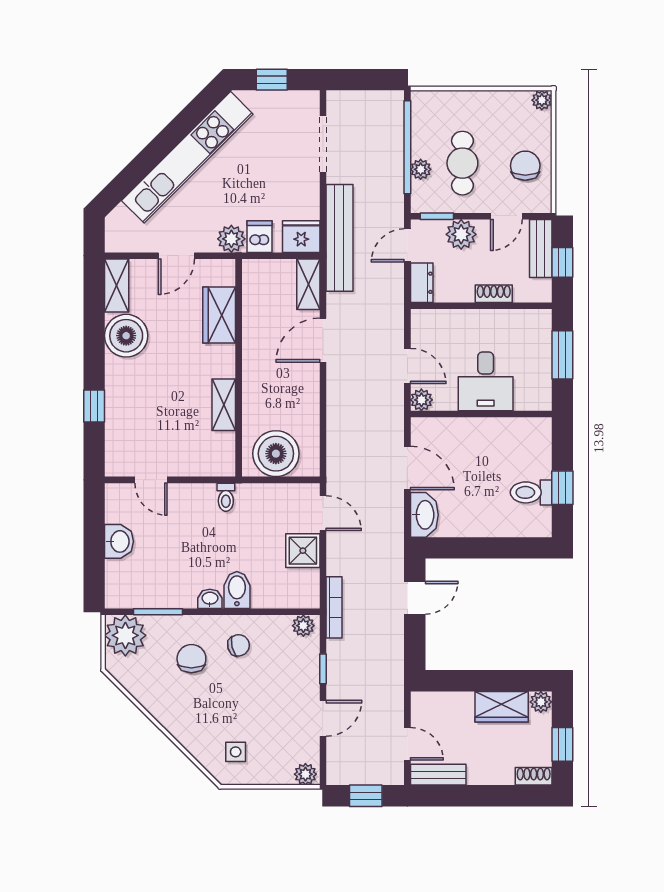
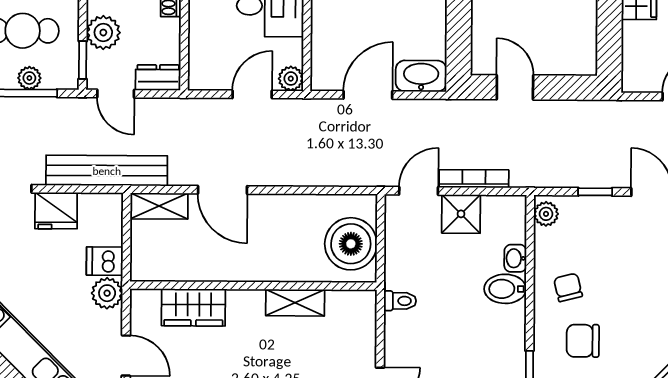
fridge: (301, 237) -> (56, 211), moved, turned -90
washbasin: (210, 599) -> (515, 258), moved
bookcase: (334, 607) -> (474, 179), moved

